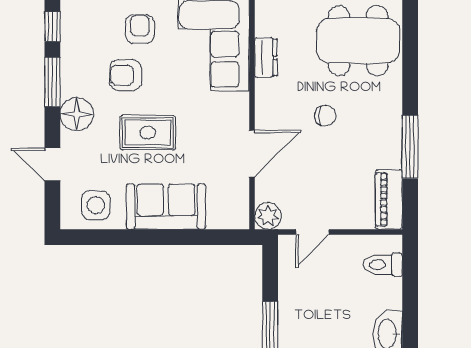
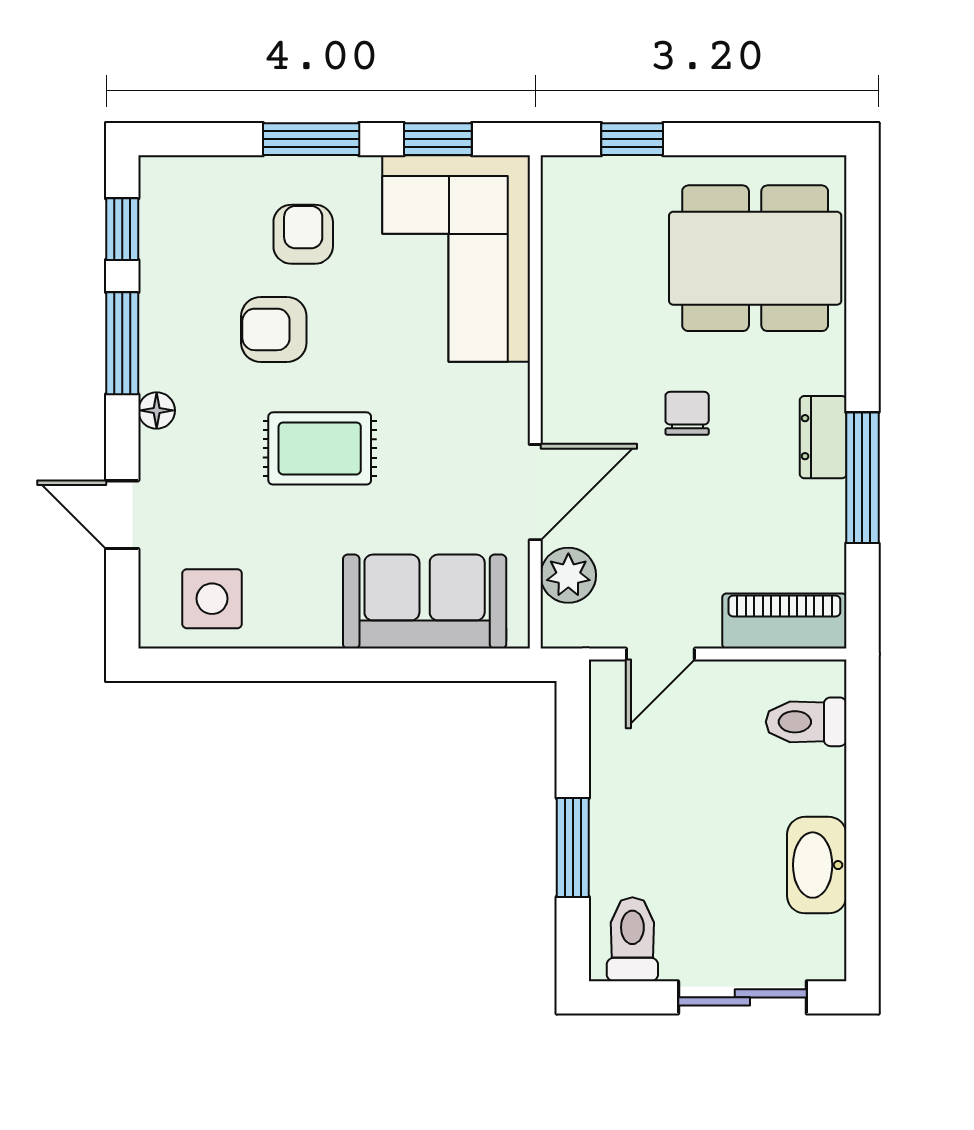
dresser: (266, 58) -> (823, 437), moved, turned 180
floor lamp: (77, 114) -> (157, 410), width x0.53, depth x0.53
chair: (325, 116) -> (687, 413), turned -90
piano: (389, 199) -> (784, 621), moved, turned 90
sofa: (166, 207) -> (425, 602), moved
plant: (268, 216) -> (568, 575), moved

